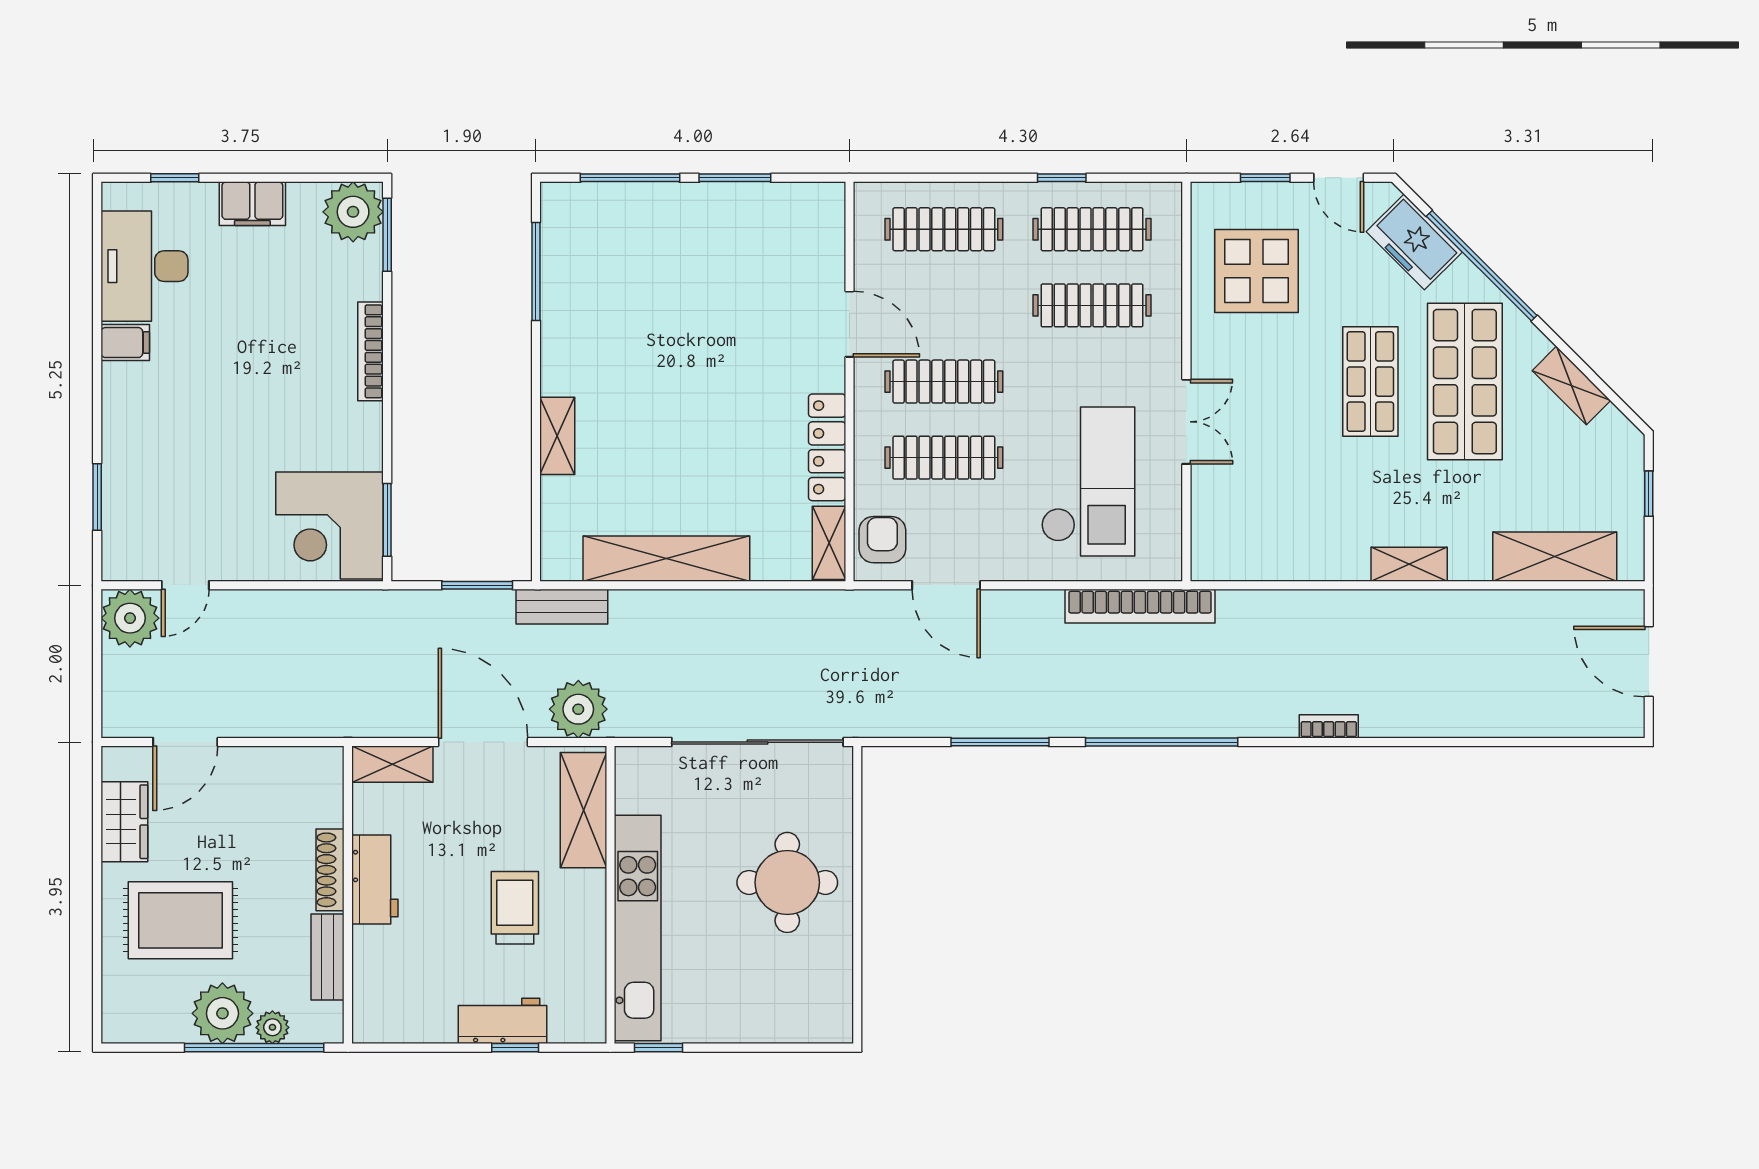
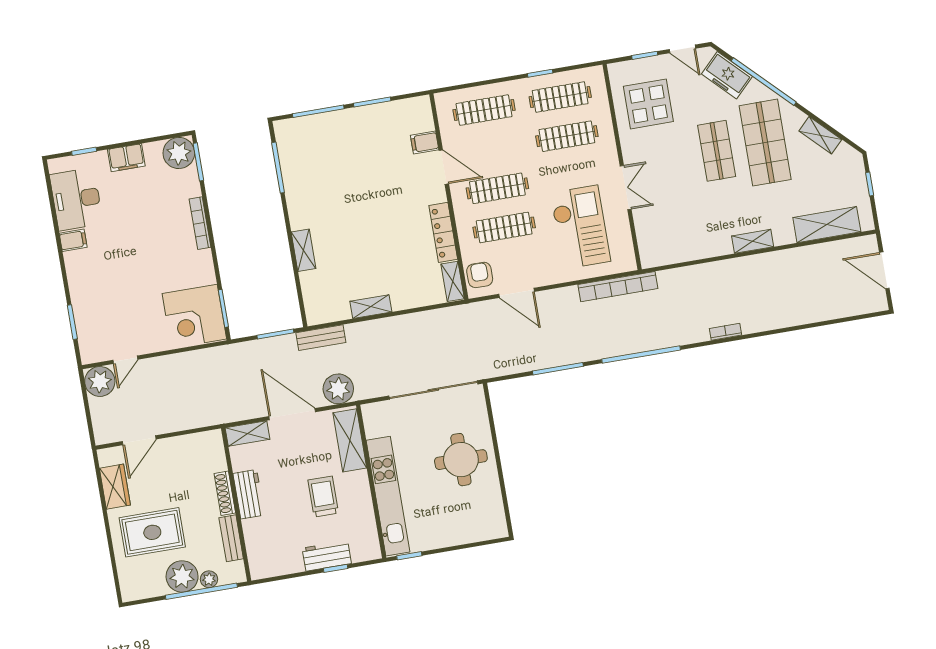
filing cabinet: (821, 271) -> (425, 142), added
shelving: (666, 559) -> (371, 307), width x0.45, depth x0.75

